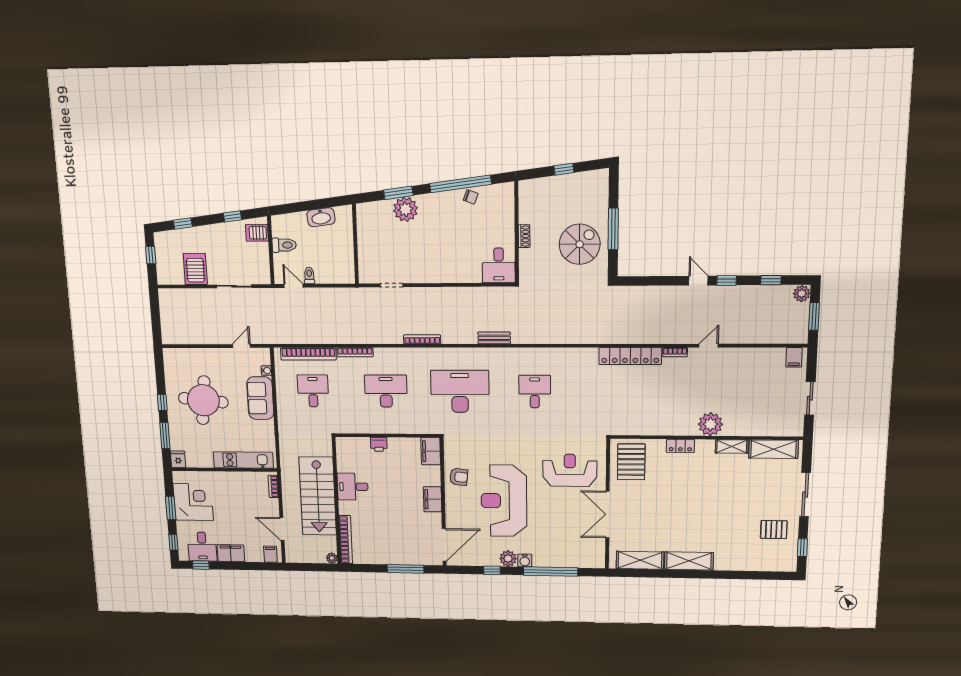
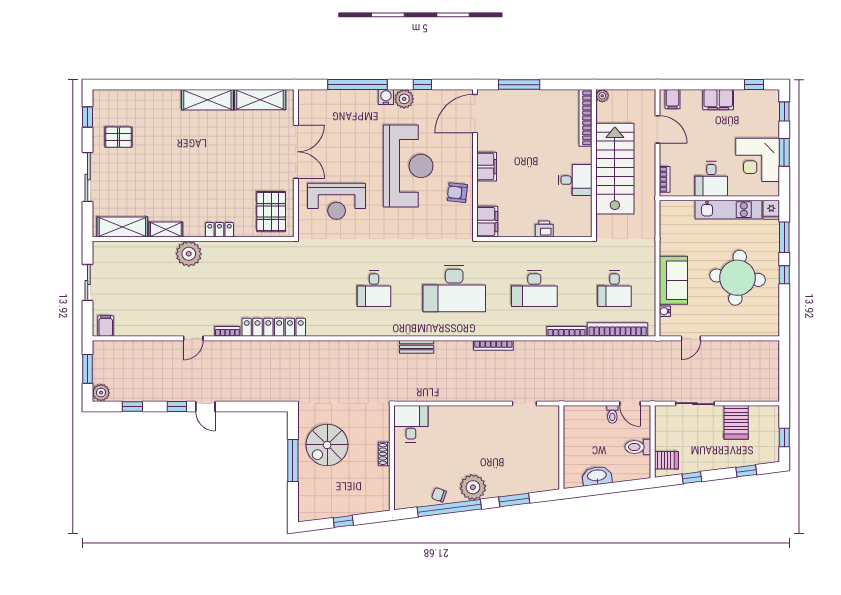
plant: (405, 209) -> (473, 487), moved
kitchen unit: (243, 460) -> (728, 210), moved
desk: (202, 547) -> (711, 179), moved, turned 180

